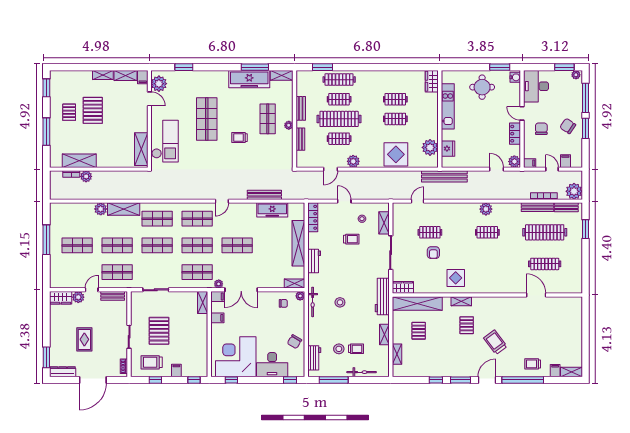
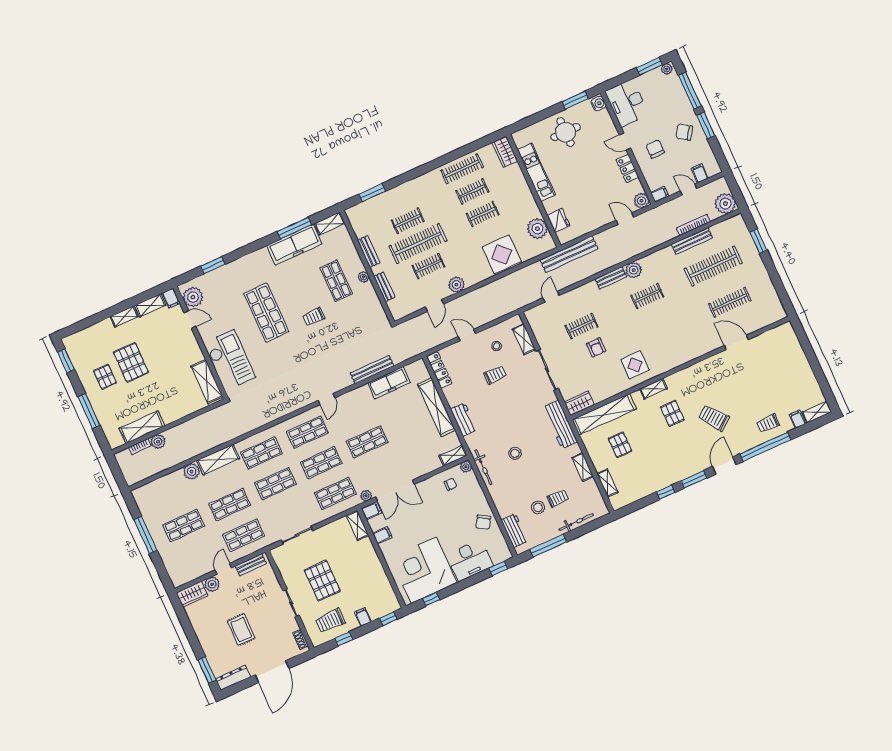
clothes rail: (339, 80) -> (462, 169), moved
bench: (566, 207) -> (611, 278), moved

